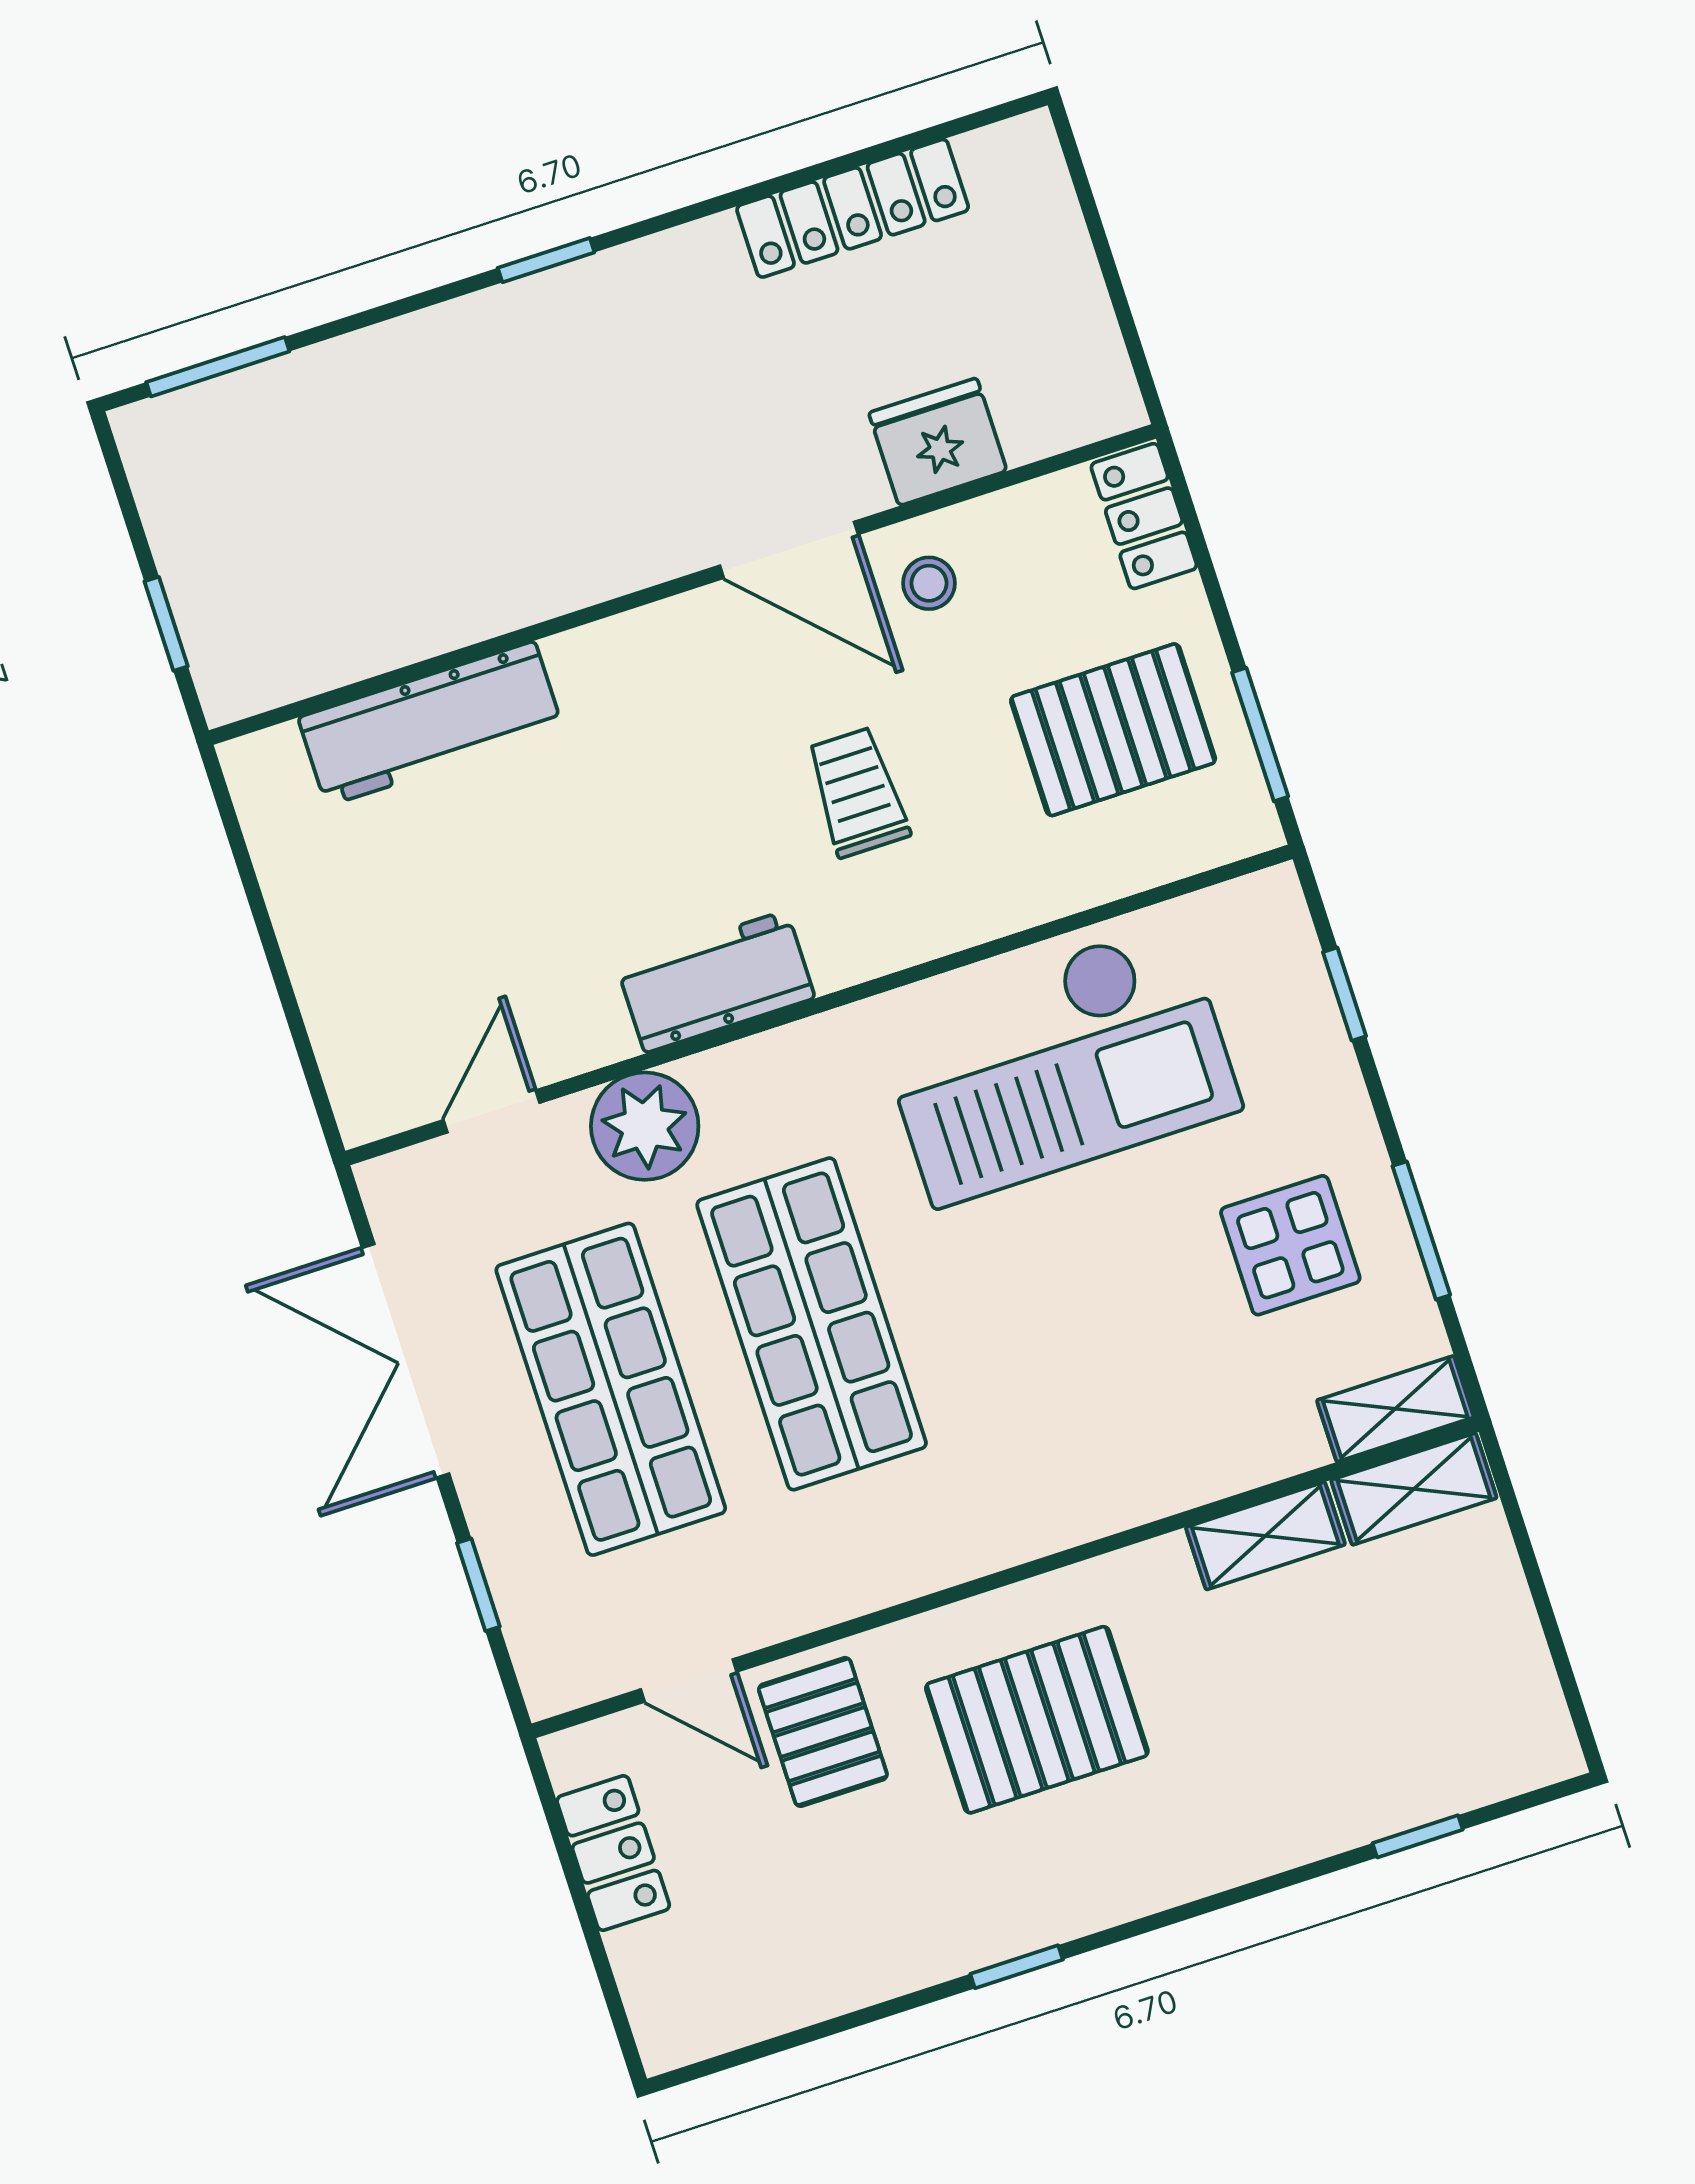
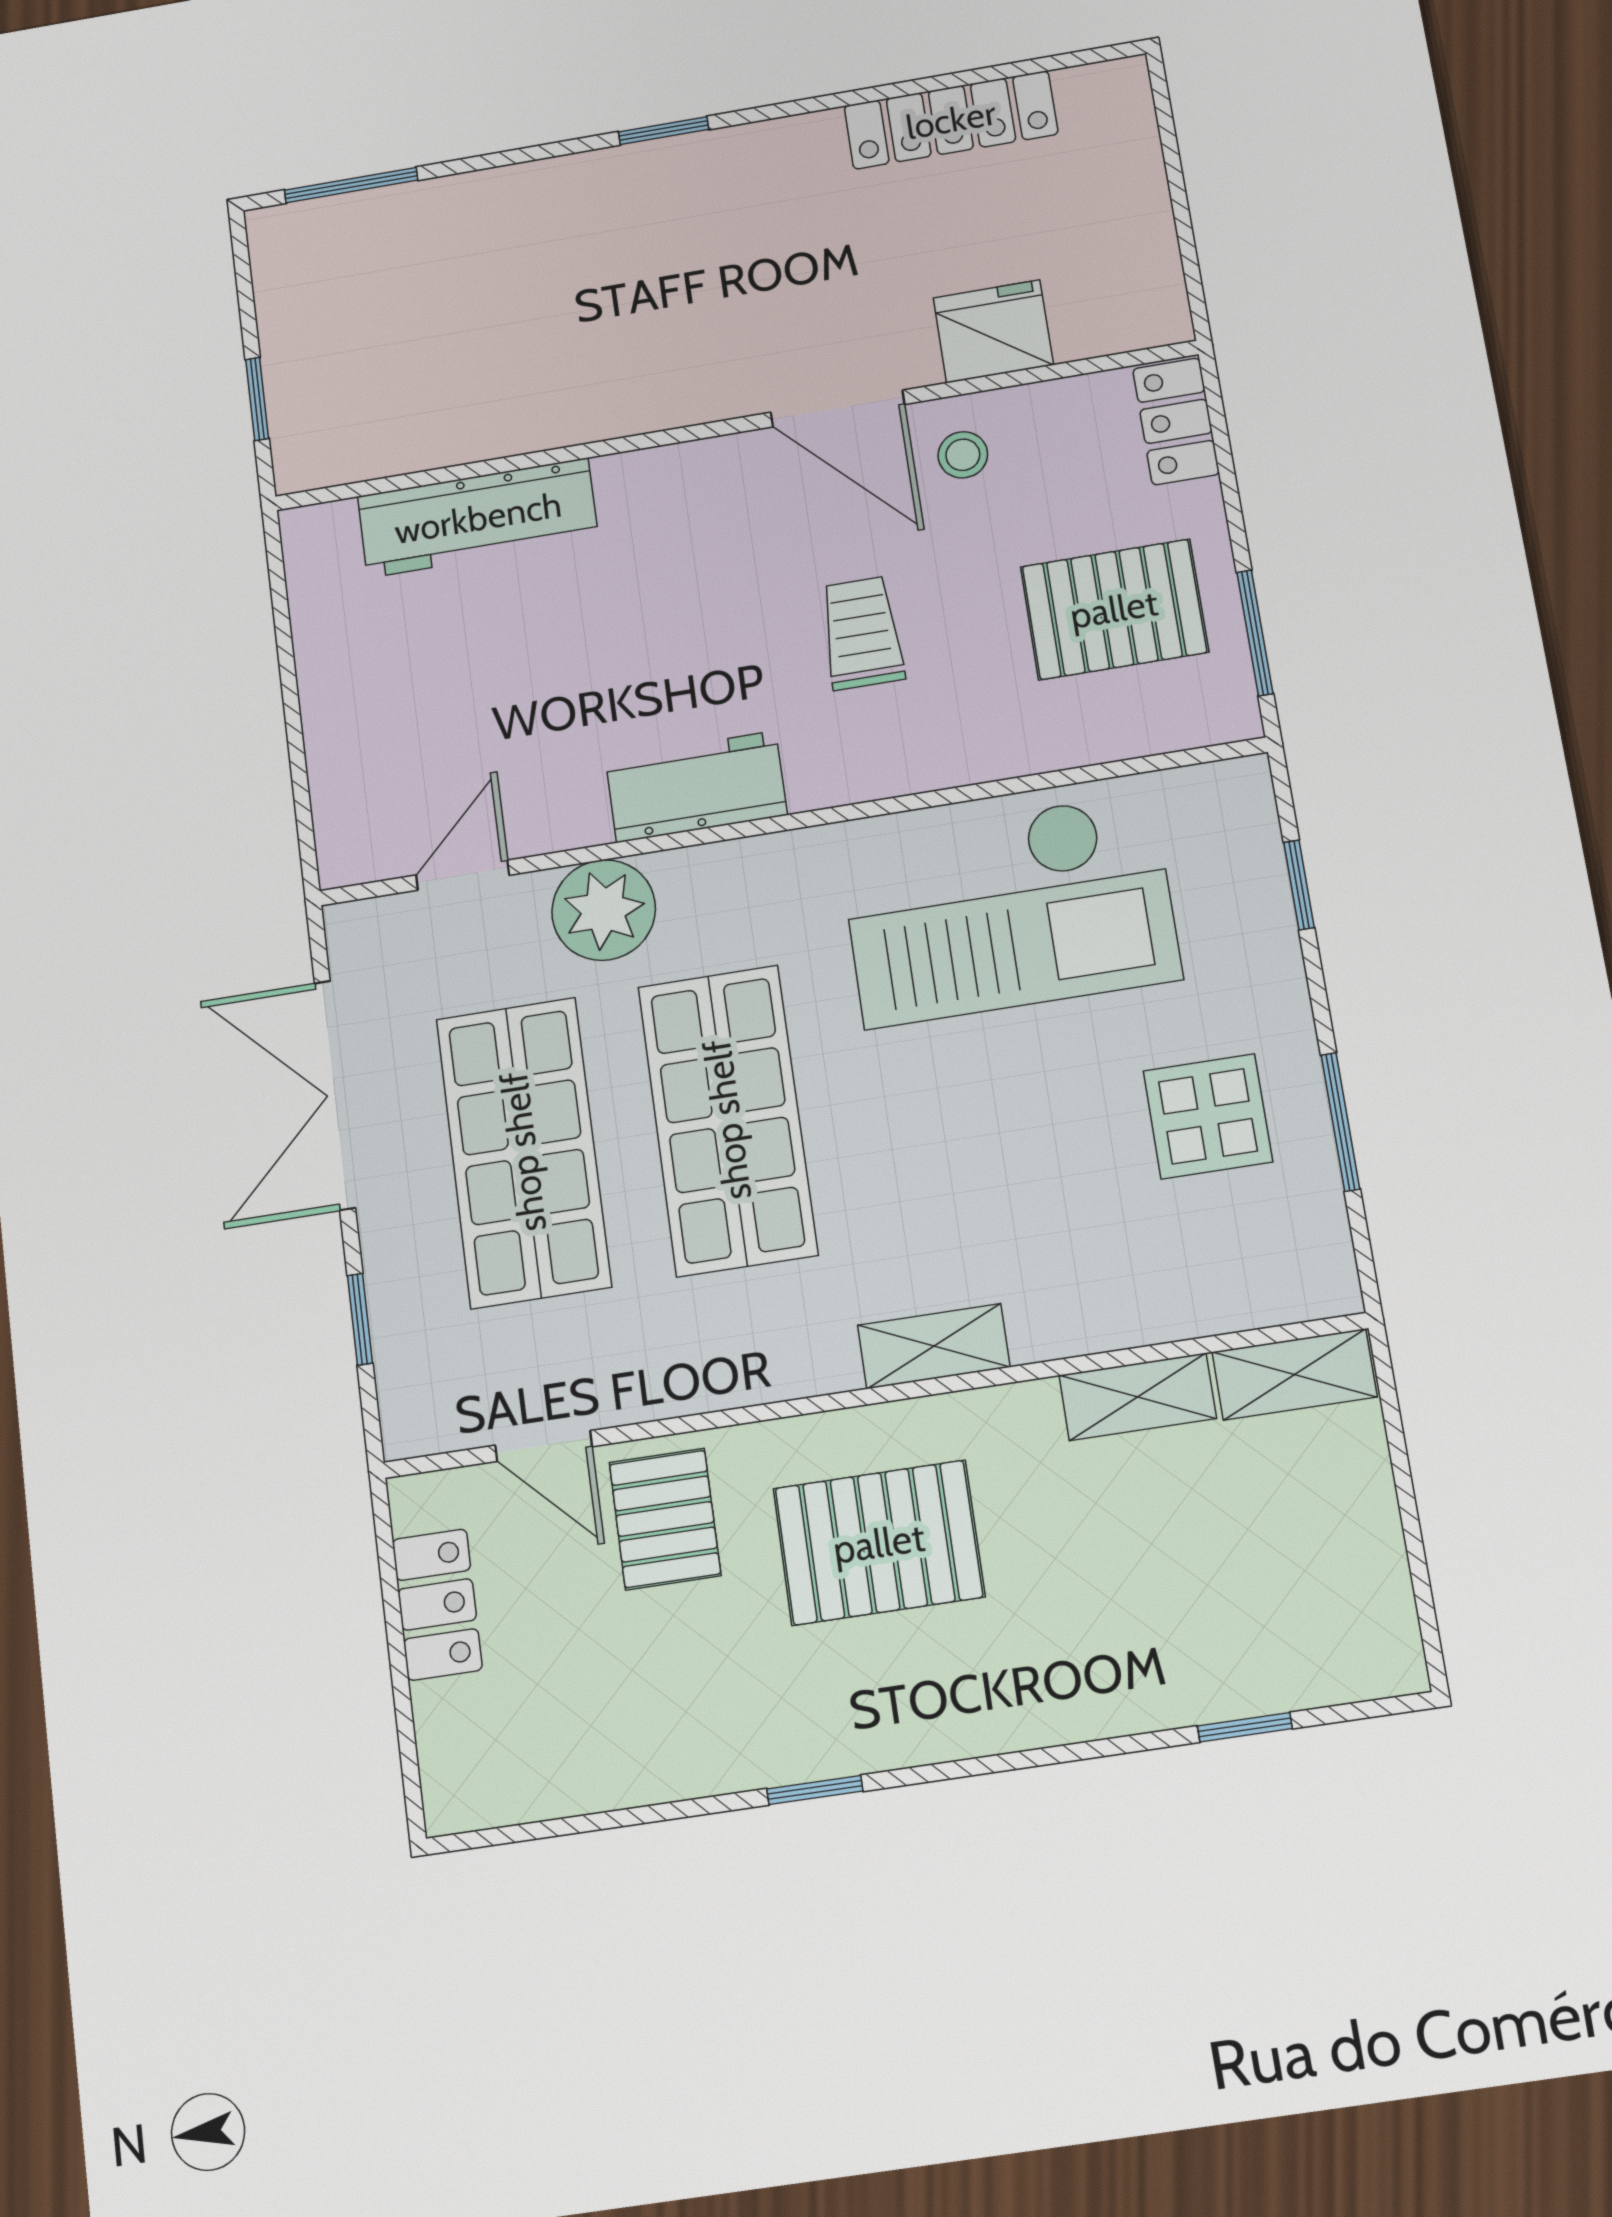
shelving: (1395, 1409) -> (934, 1346), moved

